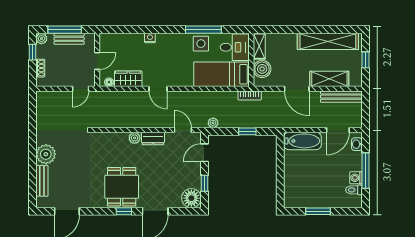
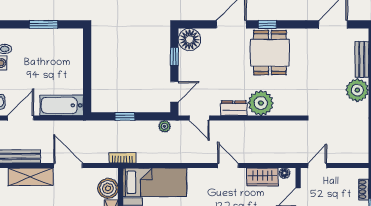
plant: (135, 138) -> (261, 103), width x1.88, depth x1.88

